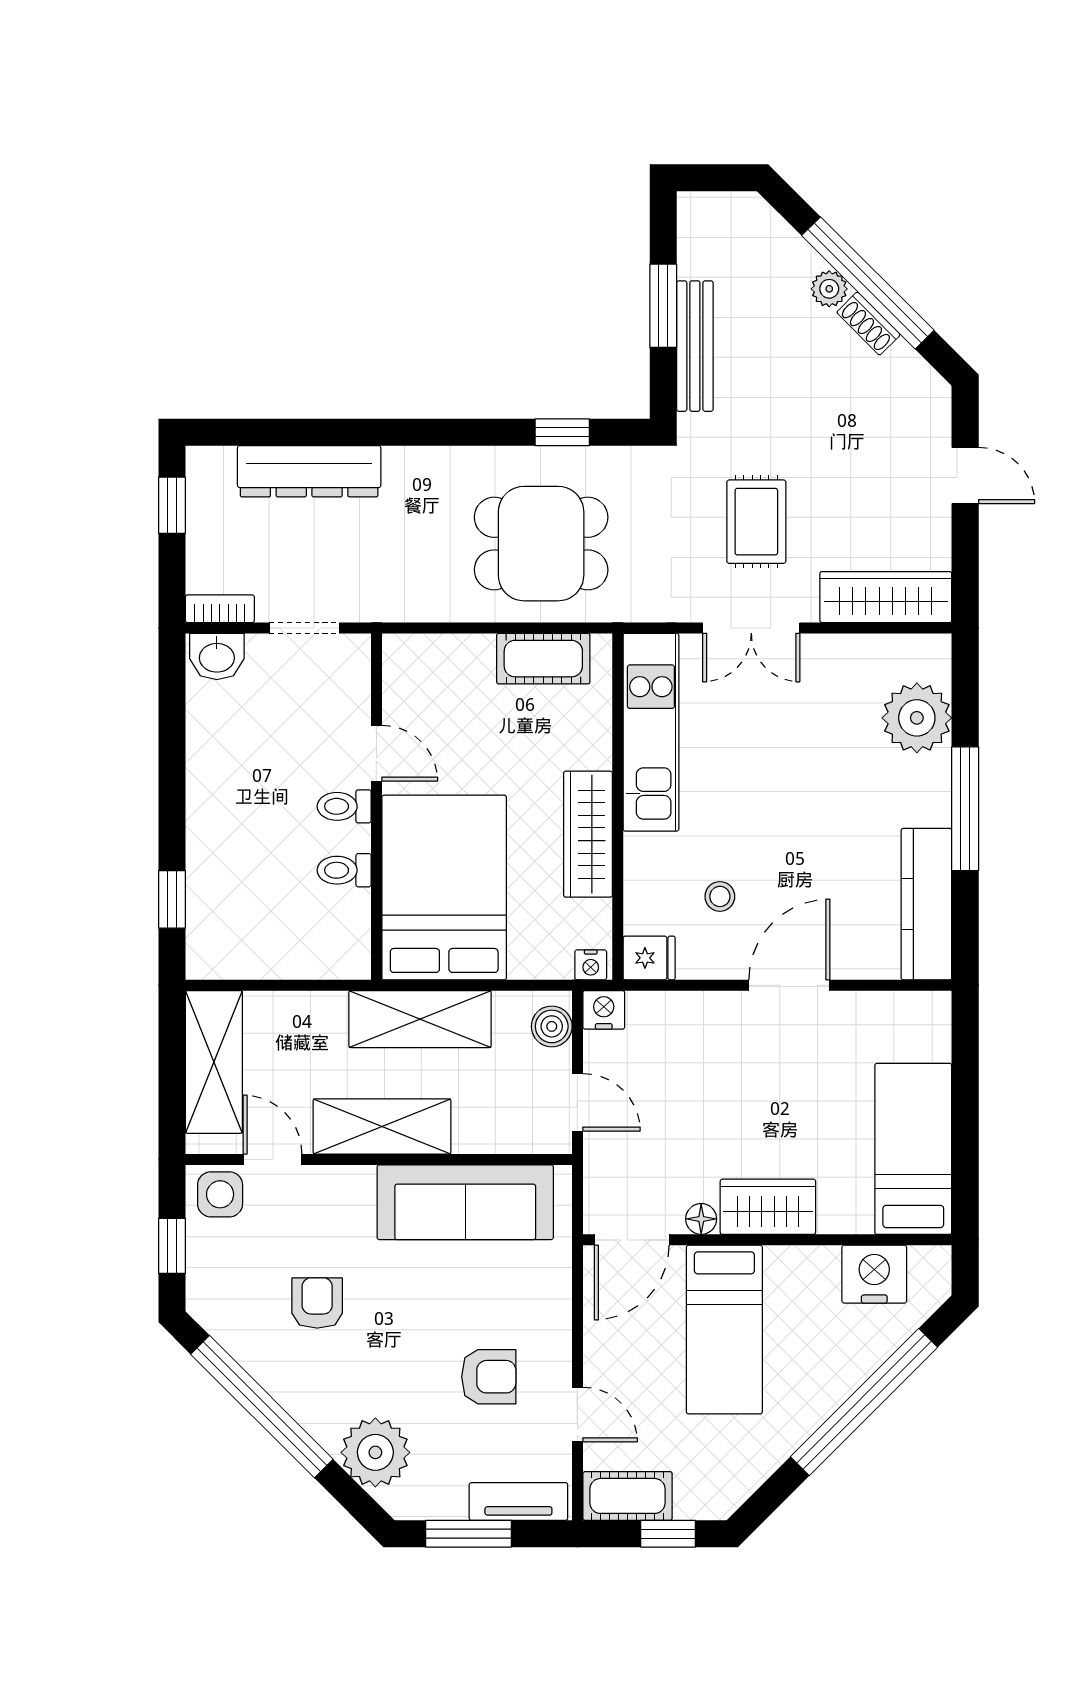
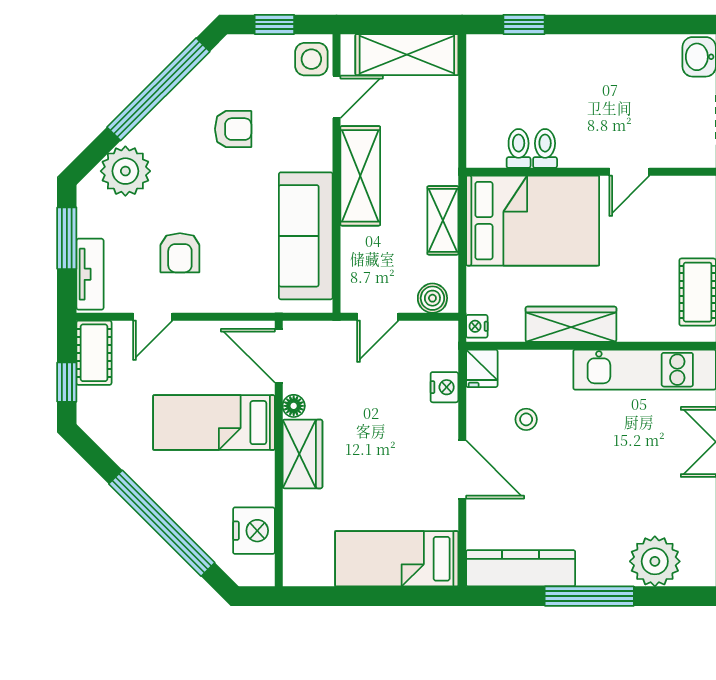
toilet: (344, 806) -> (519, 149), moved
nightstand: (604, 1010) -> (444, 387), moved
shelving: (420, 1019) -> (443, 220), width x0.67, depth x0.75
bed: (913, 1149) -> (397, 559), moved, turned 180

